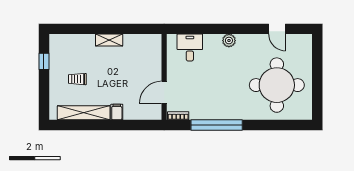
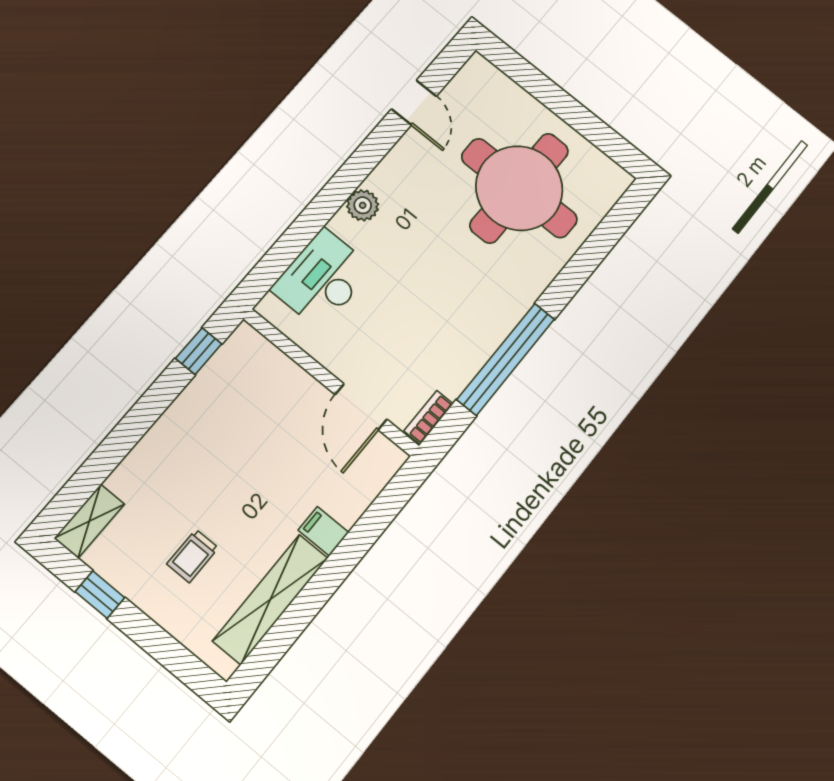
window: (140, 29) -> (199, 351), added
door: (277, 29) -> (414, 103), hinge flipped
shelving: (109, 40) -> (89, 521), moved
desk: (190, 48) -> (322, 279), width x1.37

